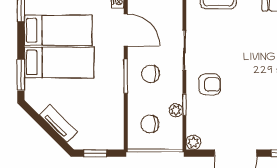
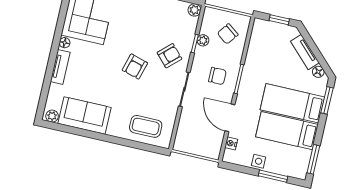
armchair: (246, 63) -> (135, 67), added
armchair: (210, 84) -> (169, 56), turned 137
floor lamp: (38, 105) -> (318, 72), added
chair: (150, 124) -> (228, 34), turned 127

